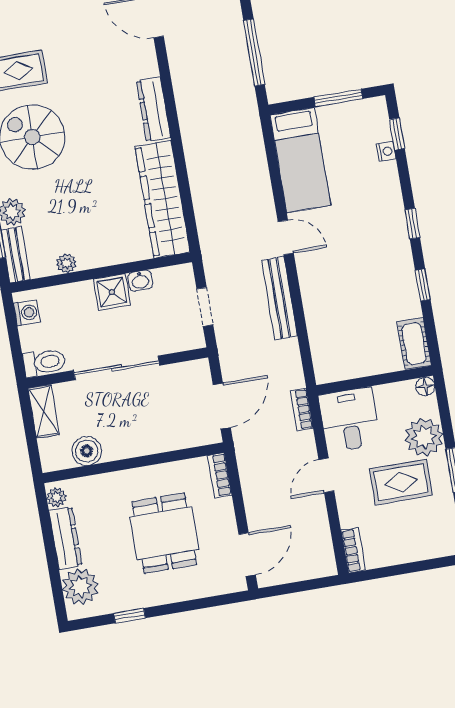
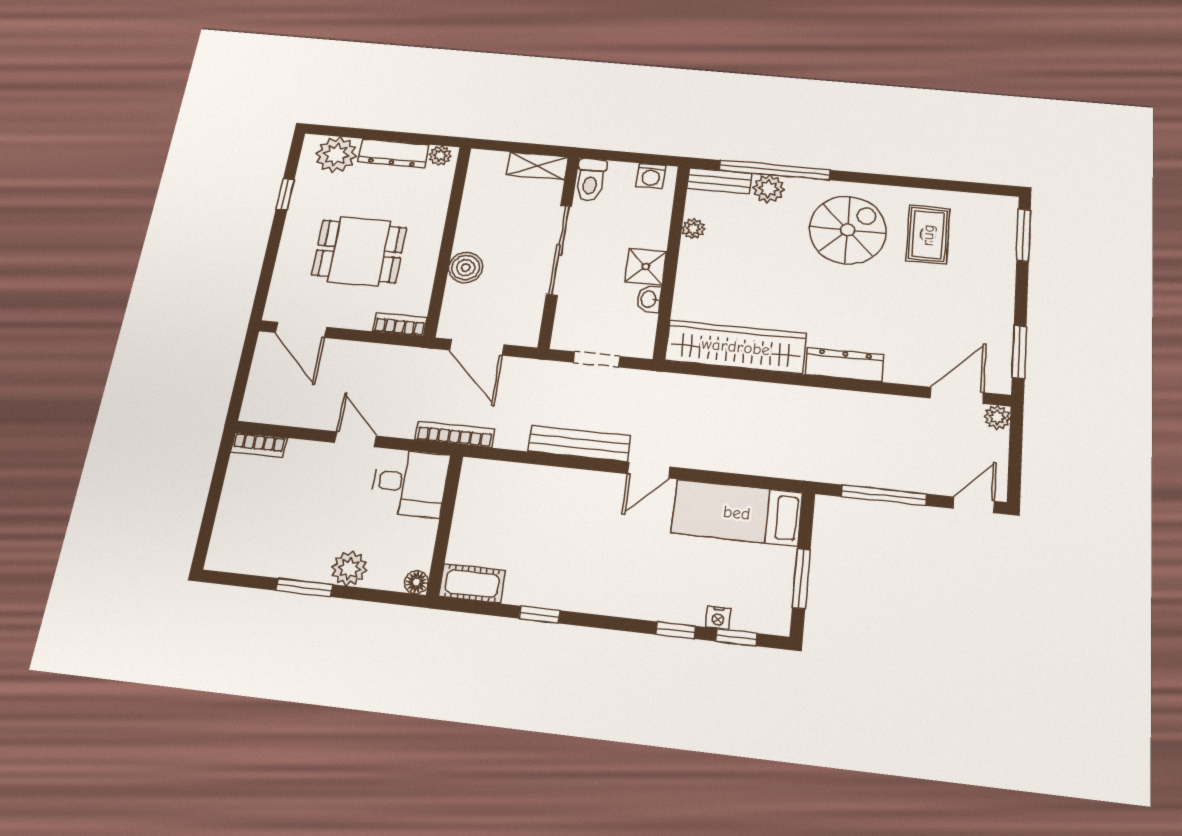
window: (412, 224) -> (676, 630), moved
bookcase: (302, 409) -> (455, 434), width x1.56
plant: (424, 437) -> (349, 569), width x0.73, depth x0.73
boiler: (87, 451) -> (466, 268), moved
rug: (401, 482) -> (315, 521), removed

